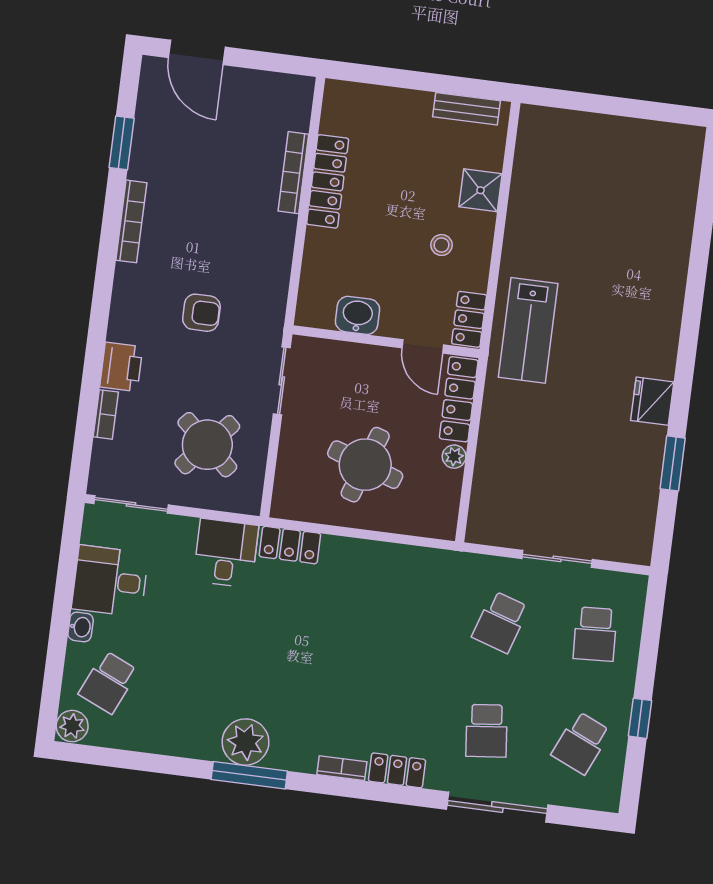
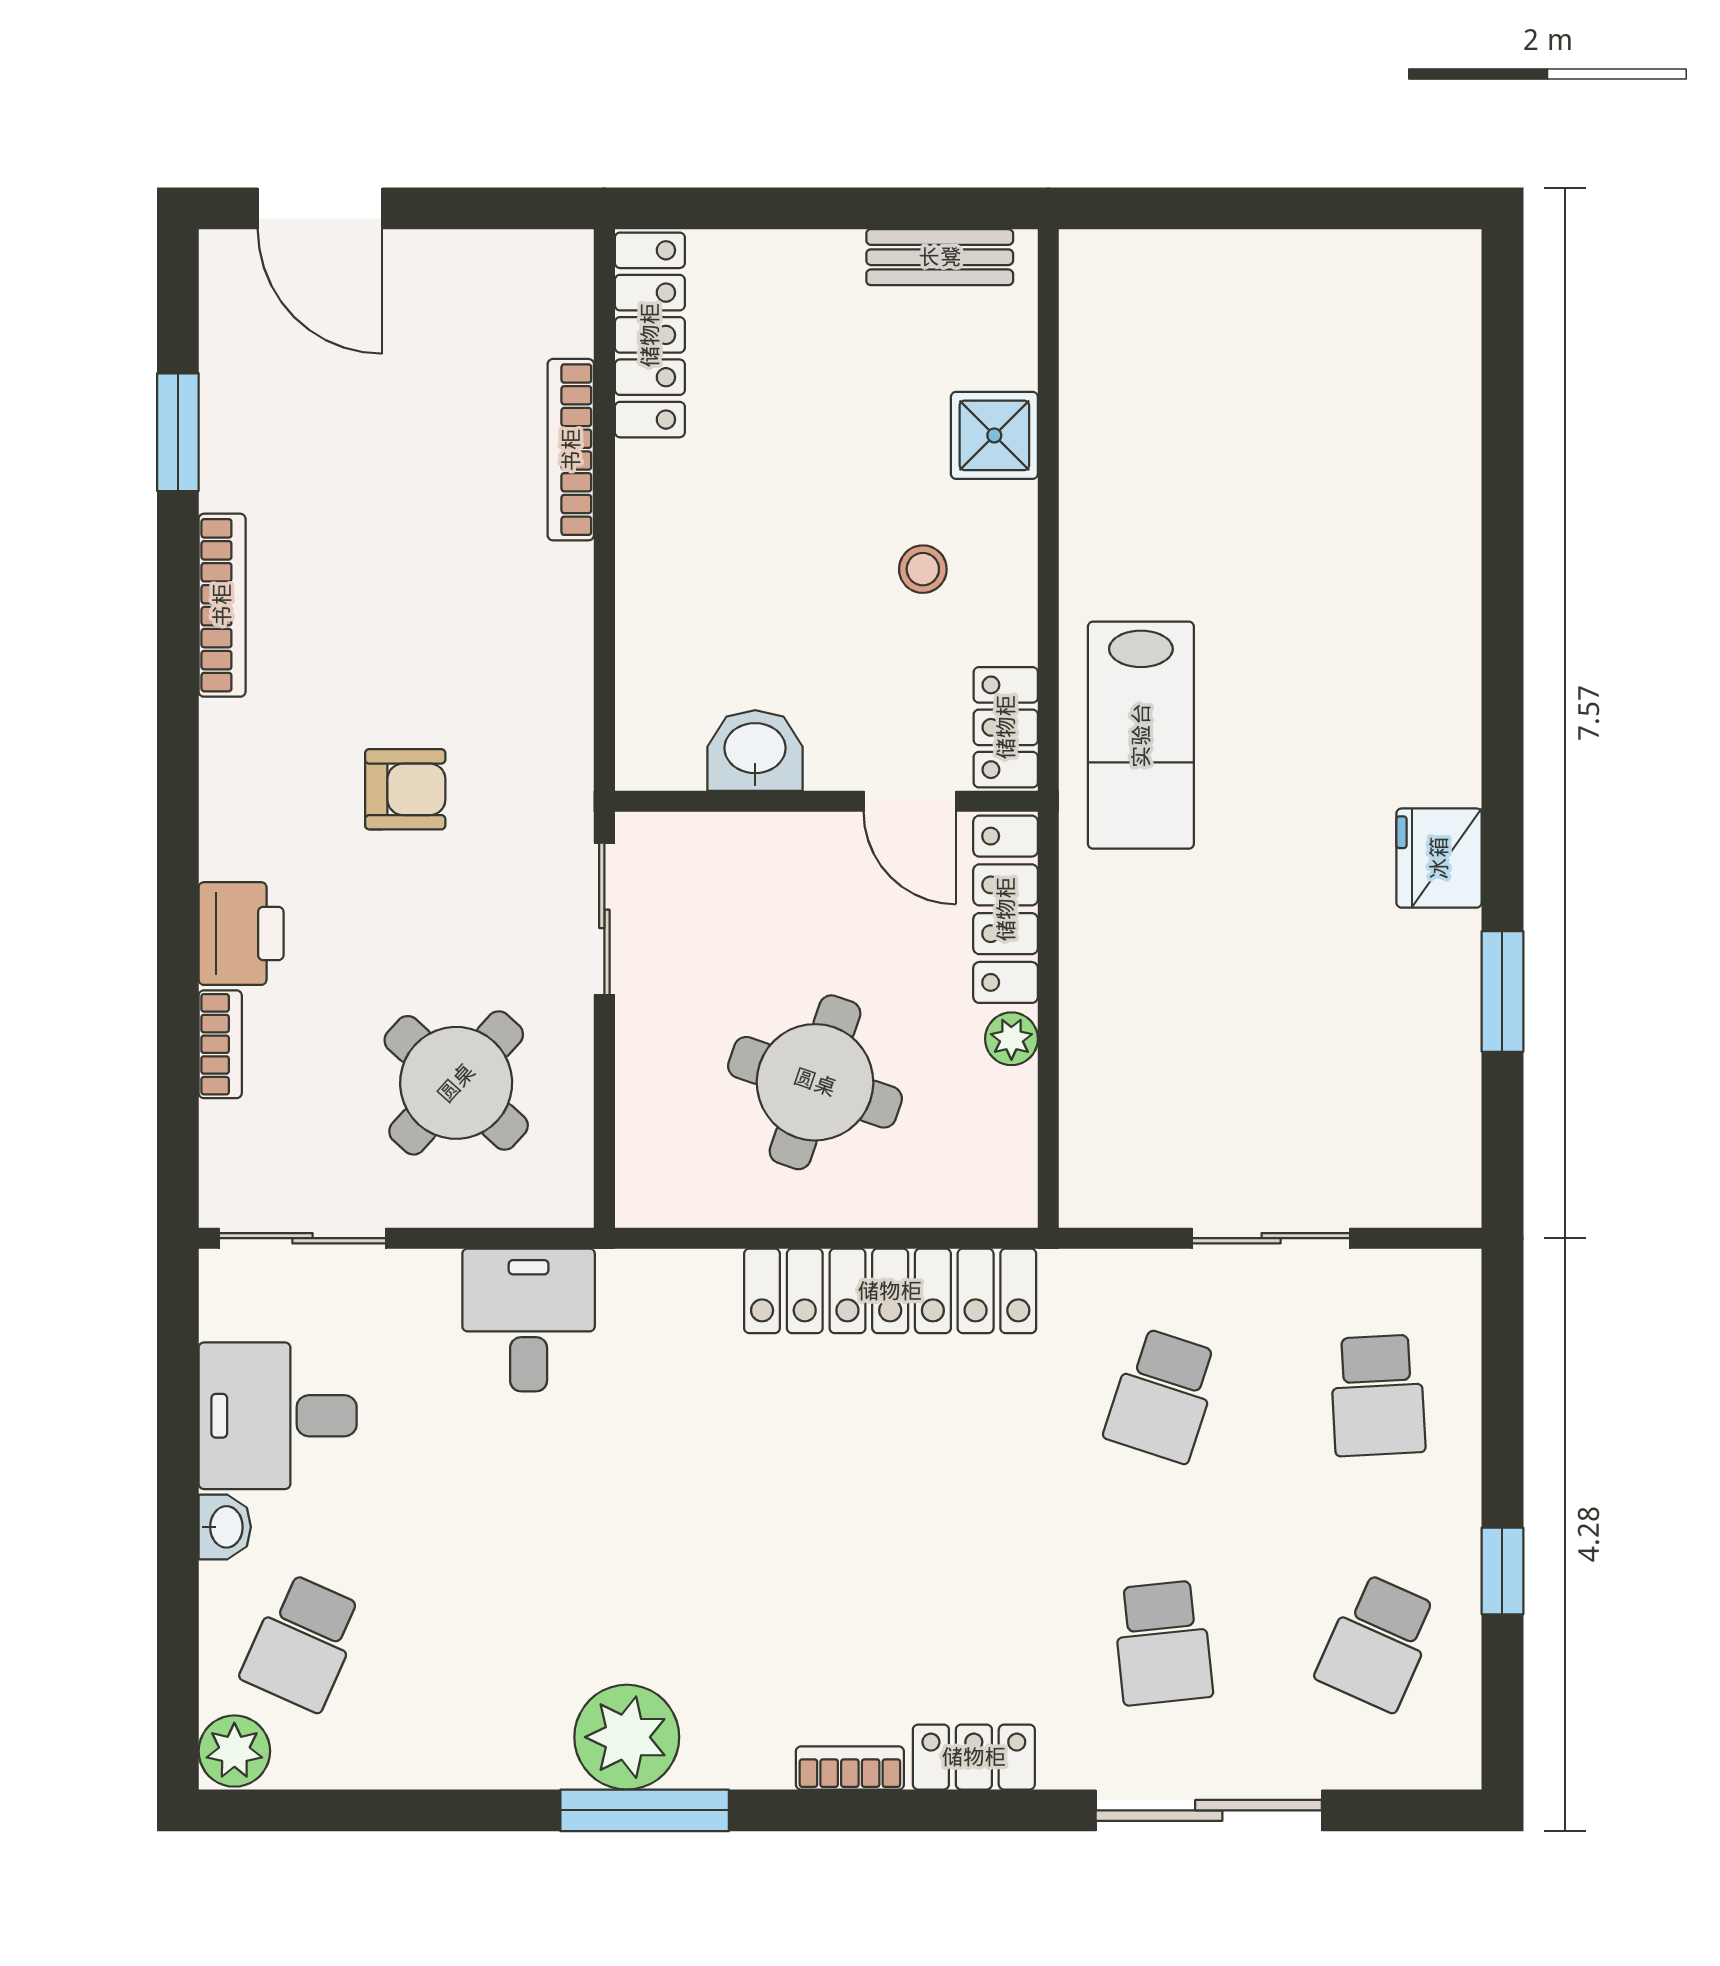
locker: (328, 181) -> (650, 335), moved
locker: (290, 545) -> (890, 1291), moved, width x2.16, depth x1.21

